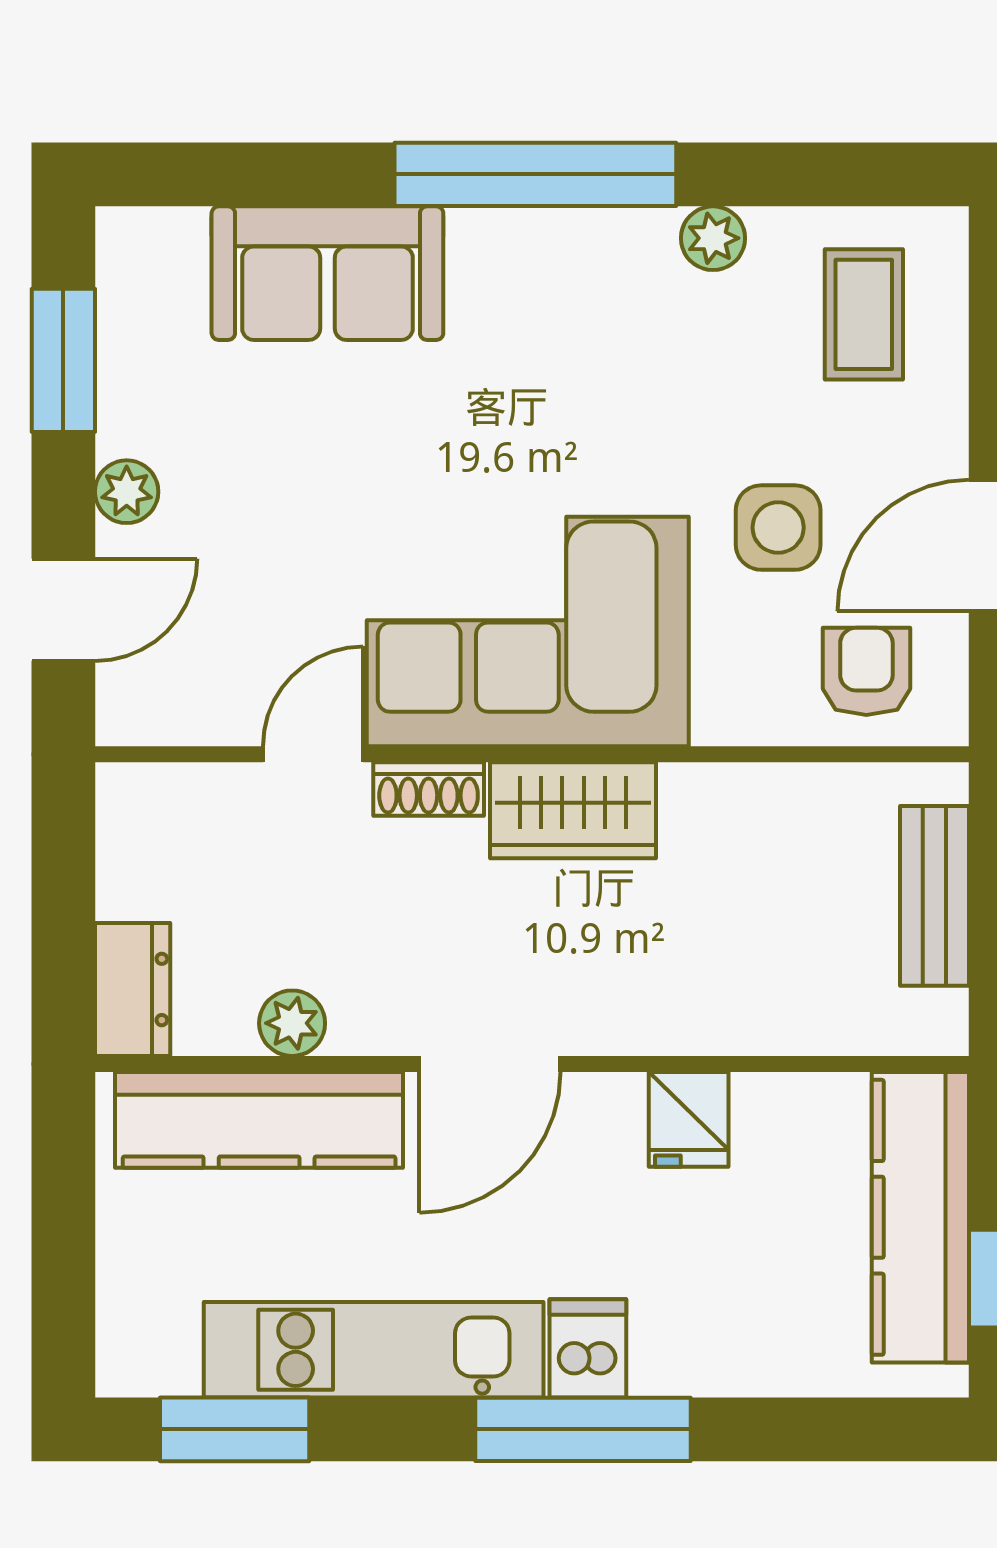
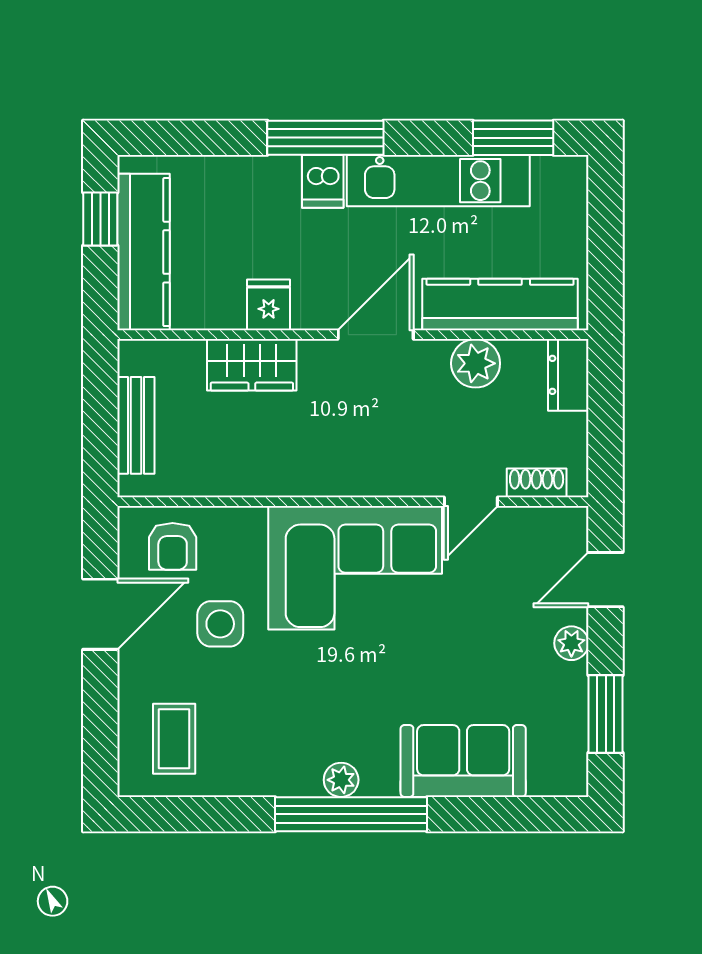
plant: (713, 238) -> (341, 780), moved
shoe rack: (429, 789) -> (537, 483), moved
wardrobe: (573, 810) -> (252, 365), moved, turned 180
plant: (292, 1023) -> (476, 363), width x1.38, depth x1.38

